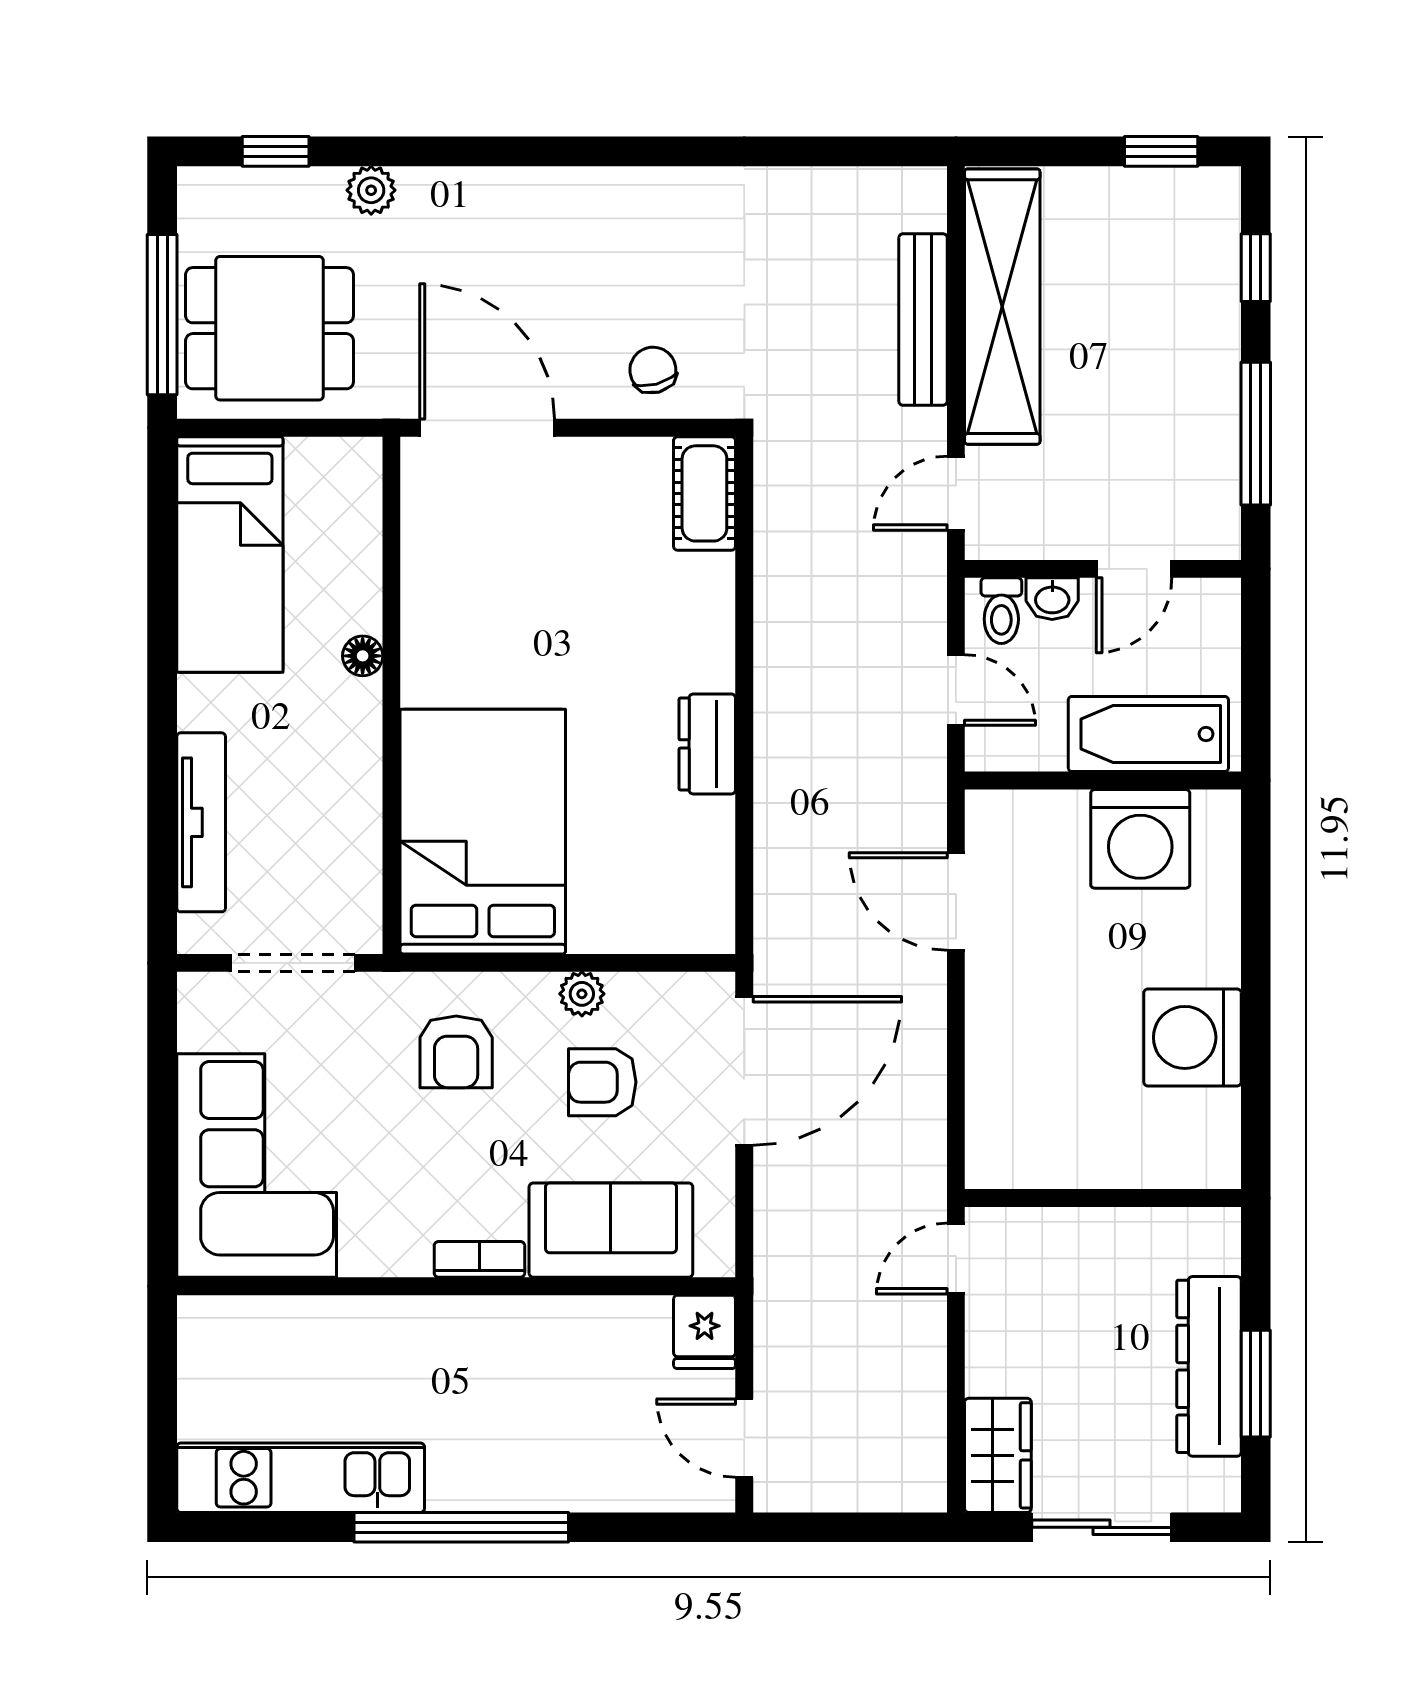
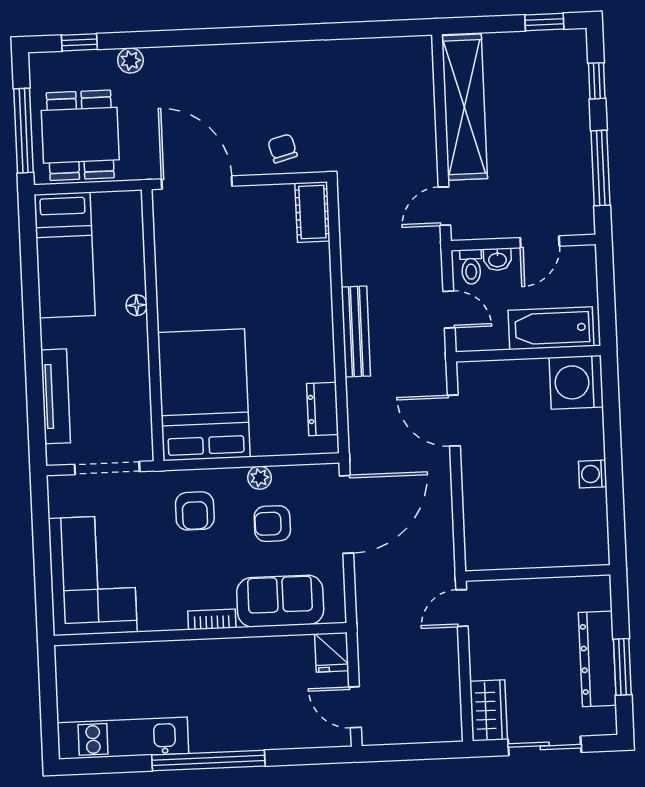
bench: (923, 319) -> (356, 332), moved
dining table: (270, 328) -> (80, 135), turned 90
dresser: (707, 744) -> (322, 409), moved
washing machine: (1140, 839) -> (576, 382), moved, turned 90
washing machine: (1192, 1037) -> (593, 474), width x0.53, depth x0.53

